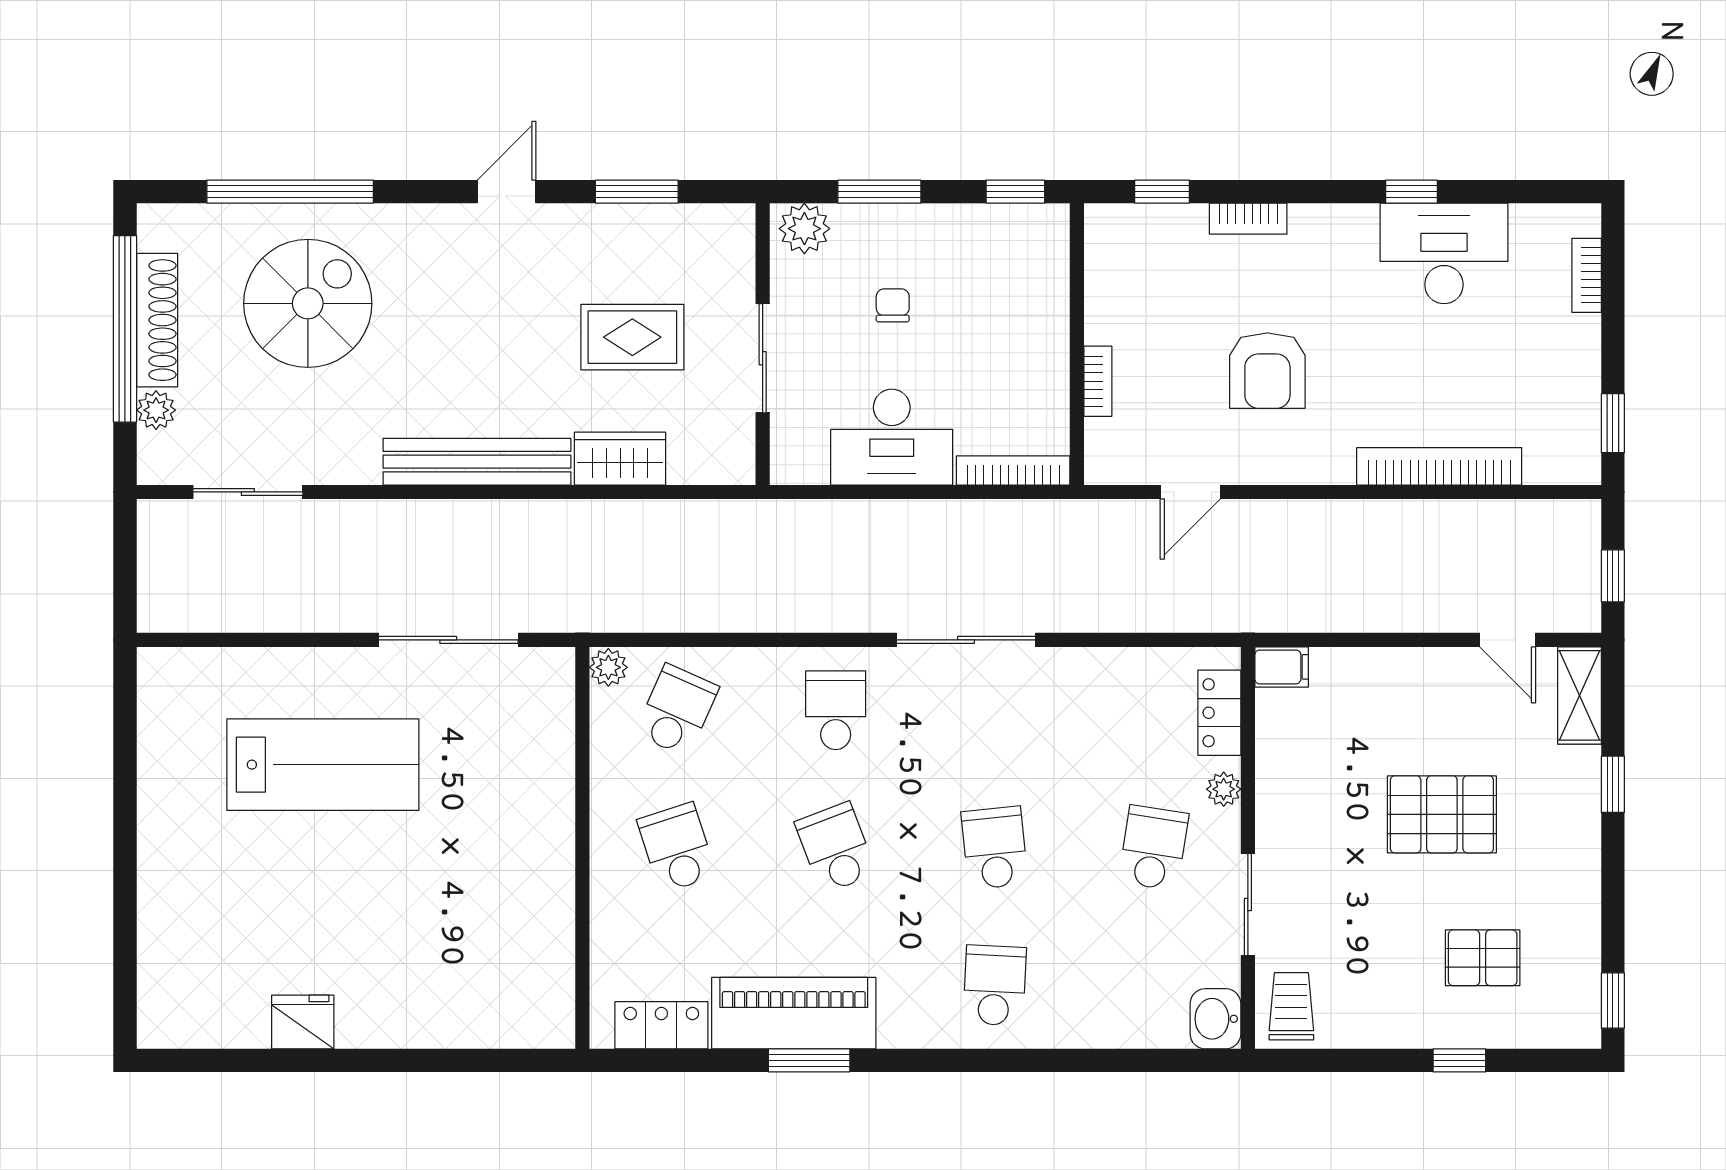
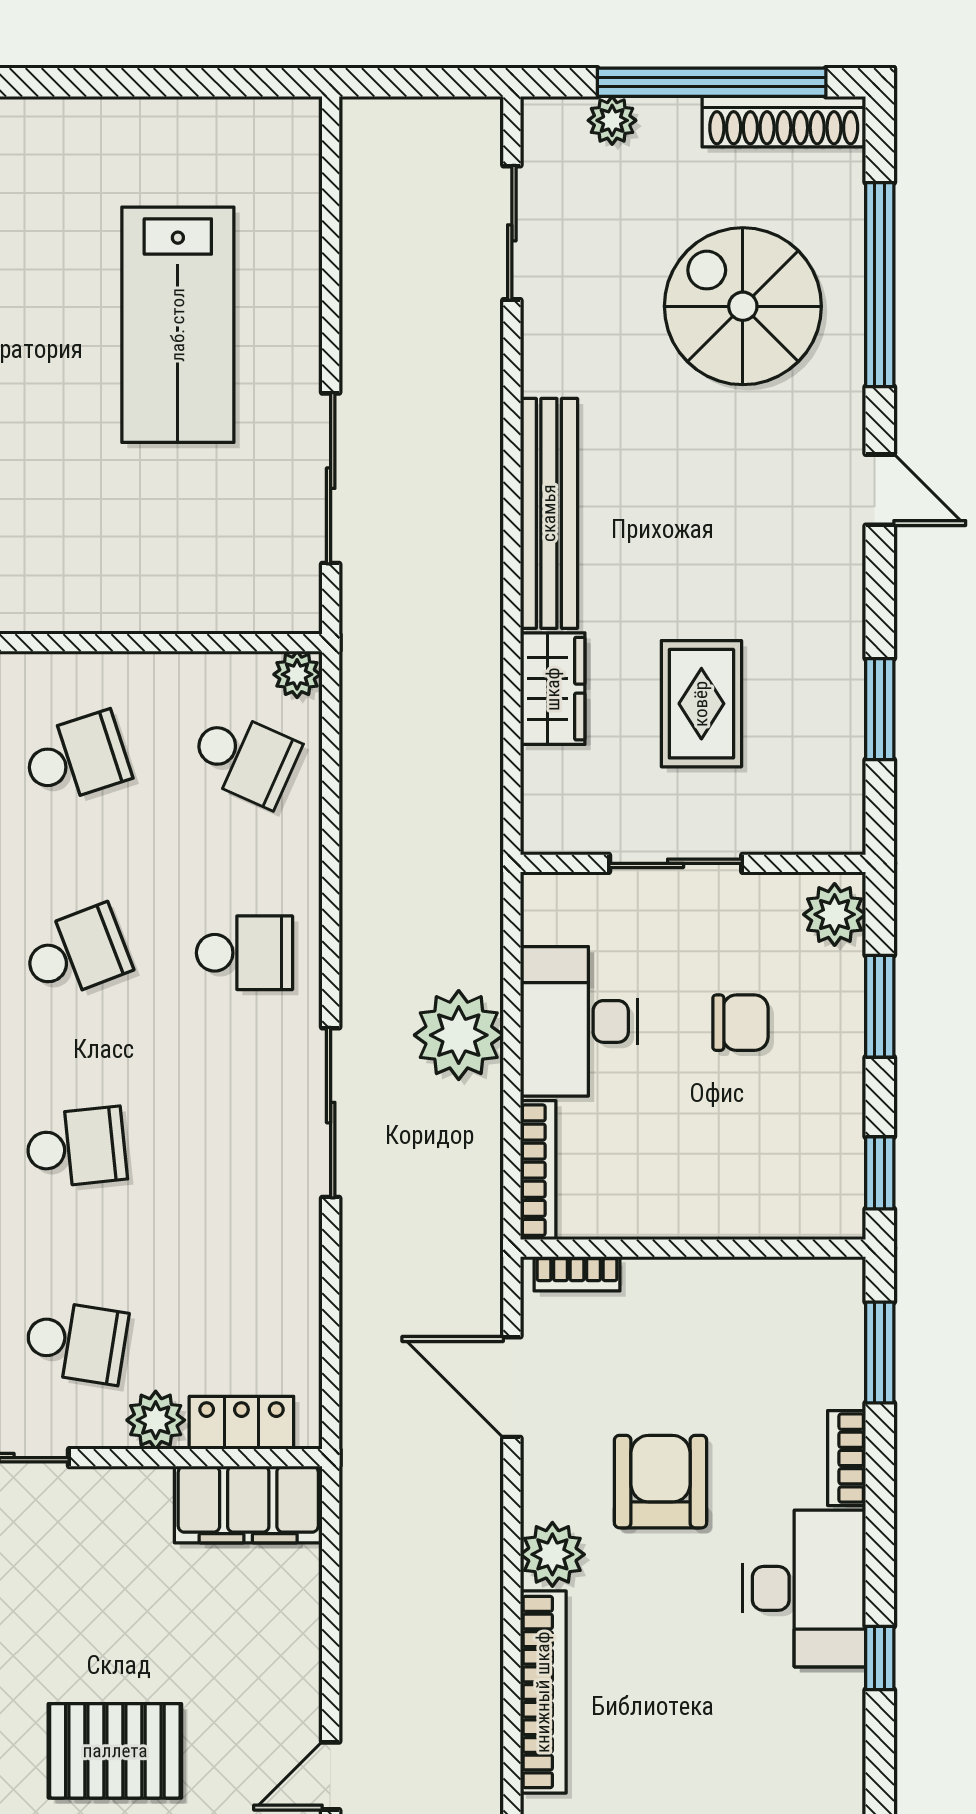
door: (507, 192) -> (880, 490), moved
window: (1162, 192) -> (880, 1352), width x1.50
desk: (1444, 253) -> (804, 1588), moved
spiral stairs: (308, 303) -> (743, 306), turned 180
chair: (893, 305) -> (740, 1023), width x1.37, depth x1.37
shoe rack: (157, 320) -> (784, 122), moved
armchair: (1267, 371) -> (661, 1482), turned 90
bookcase: (1098, 381) -> (577, 1274), moved
plant: (1327, 459) -> (552, 1554), added
door: (1190, 492) -> (512, 1387), width x1.38
plant: (903, 535) -> (459, 1035), added
filing cabinet: (1282, 667) -> (248, 1504), width x3.00, depth x1.17
plant: (1224, 789) -> (156, 1420), width x1.38, depth x1.38
pallet: (1442, 814) -> (115, 1751), moved, turned 90

